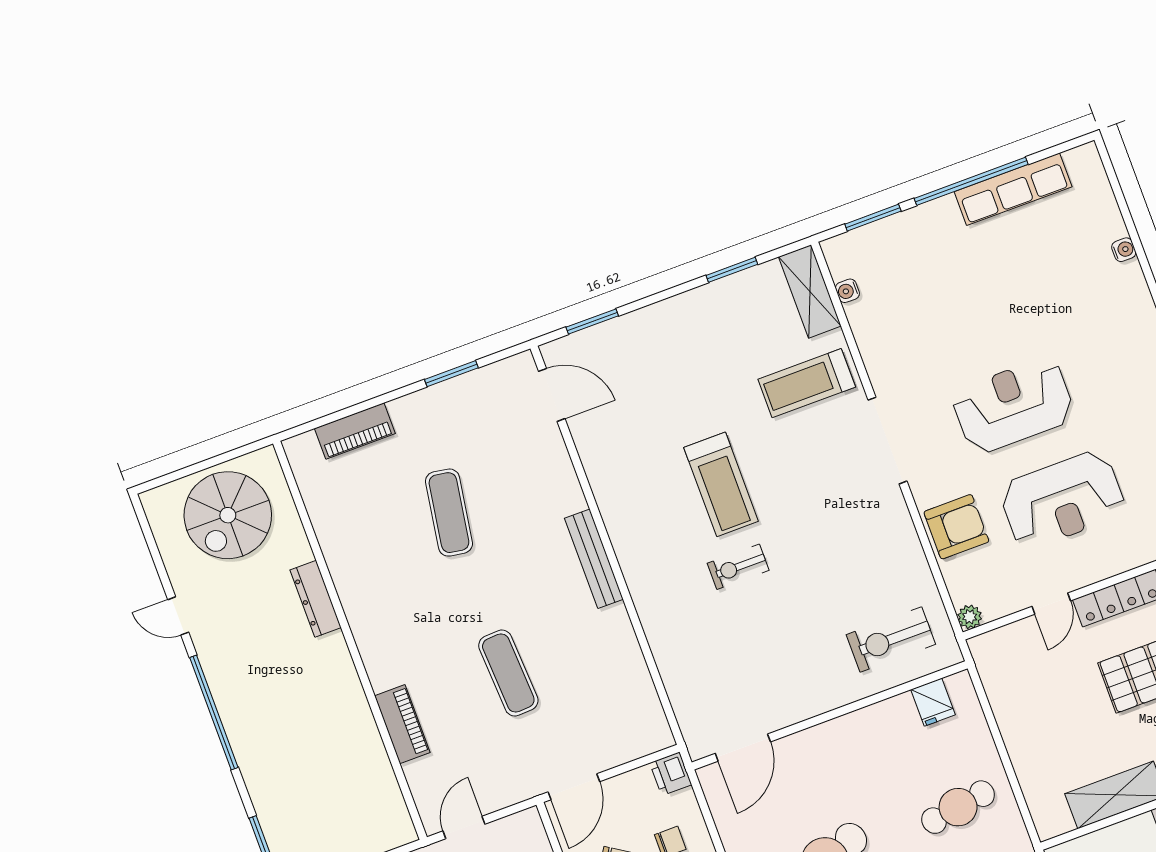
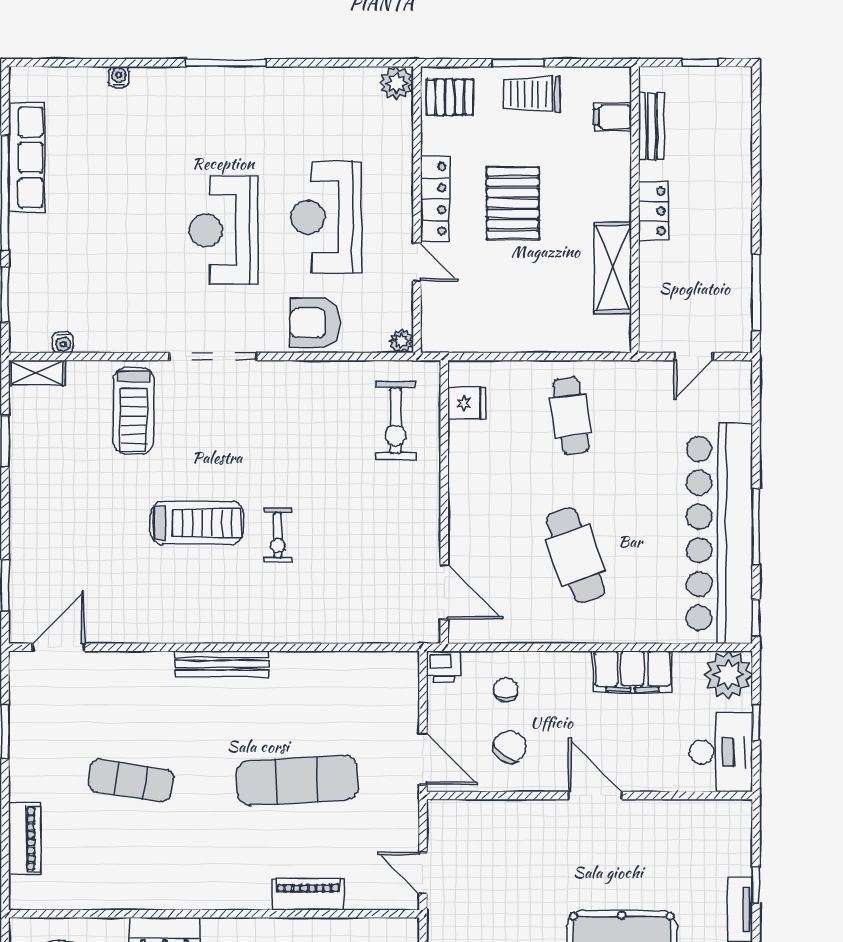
shelving: (810, 291) -> (37, 373), width x0.67, depth x0.75
reception desk: (1062, 500) -> (326, 217), turned 180
armchair: (956, 527) -> (315, 323), turned -90
exercise mat: (508, 673) -> (297, 780), width x1.36, depth x1.45

